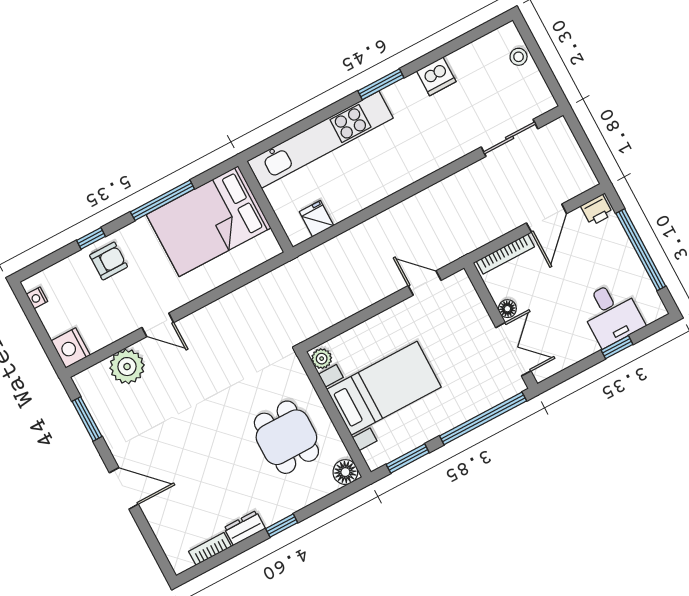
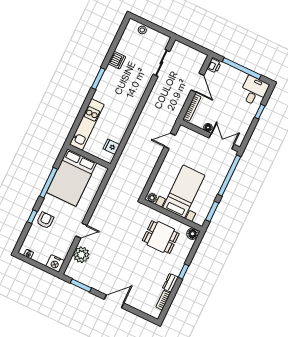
kitchen unit: (320, 140) -> (87, 125), width x0.73
desk: (612, 314) -> (254, 91), moved, turned -90

